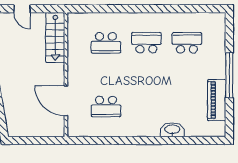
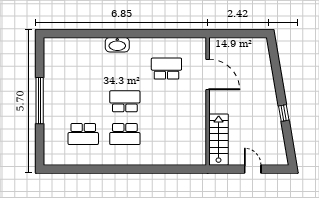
school desk: (106, 43) -> (125, 101), moved
piano: (217, 100) -> (53, 75), removed
washbasin: (172, 130) -> (117, 45), moved

